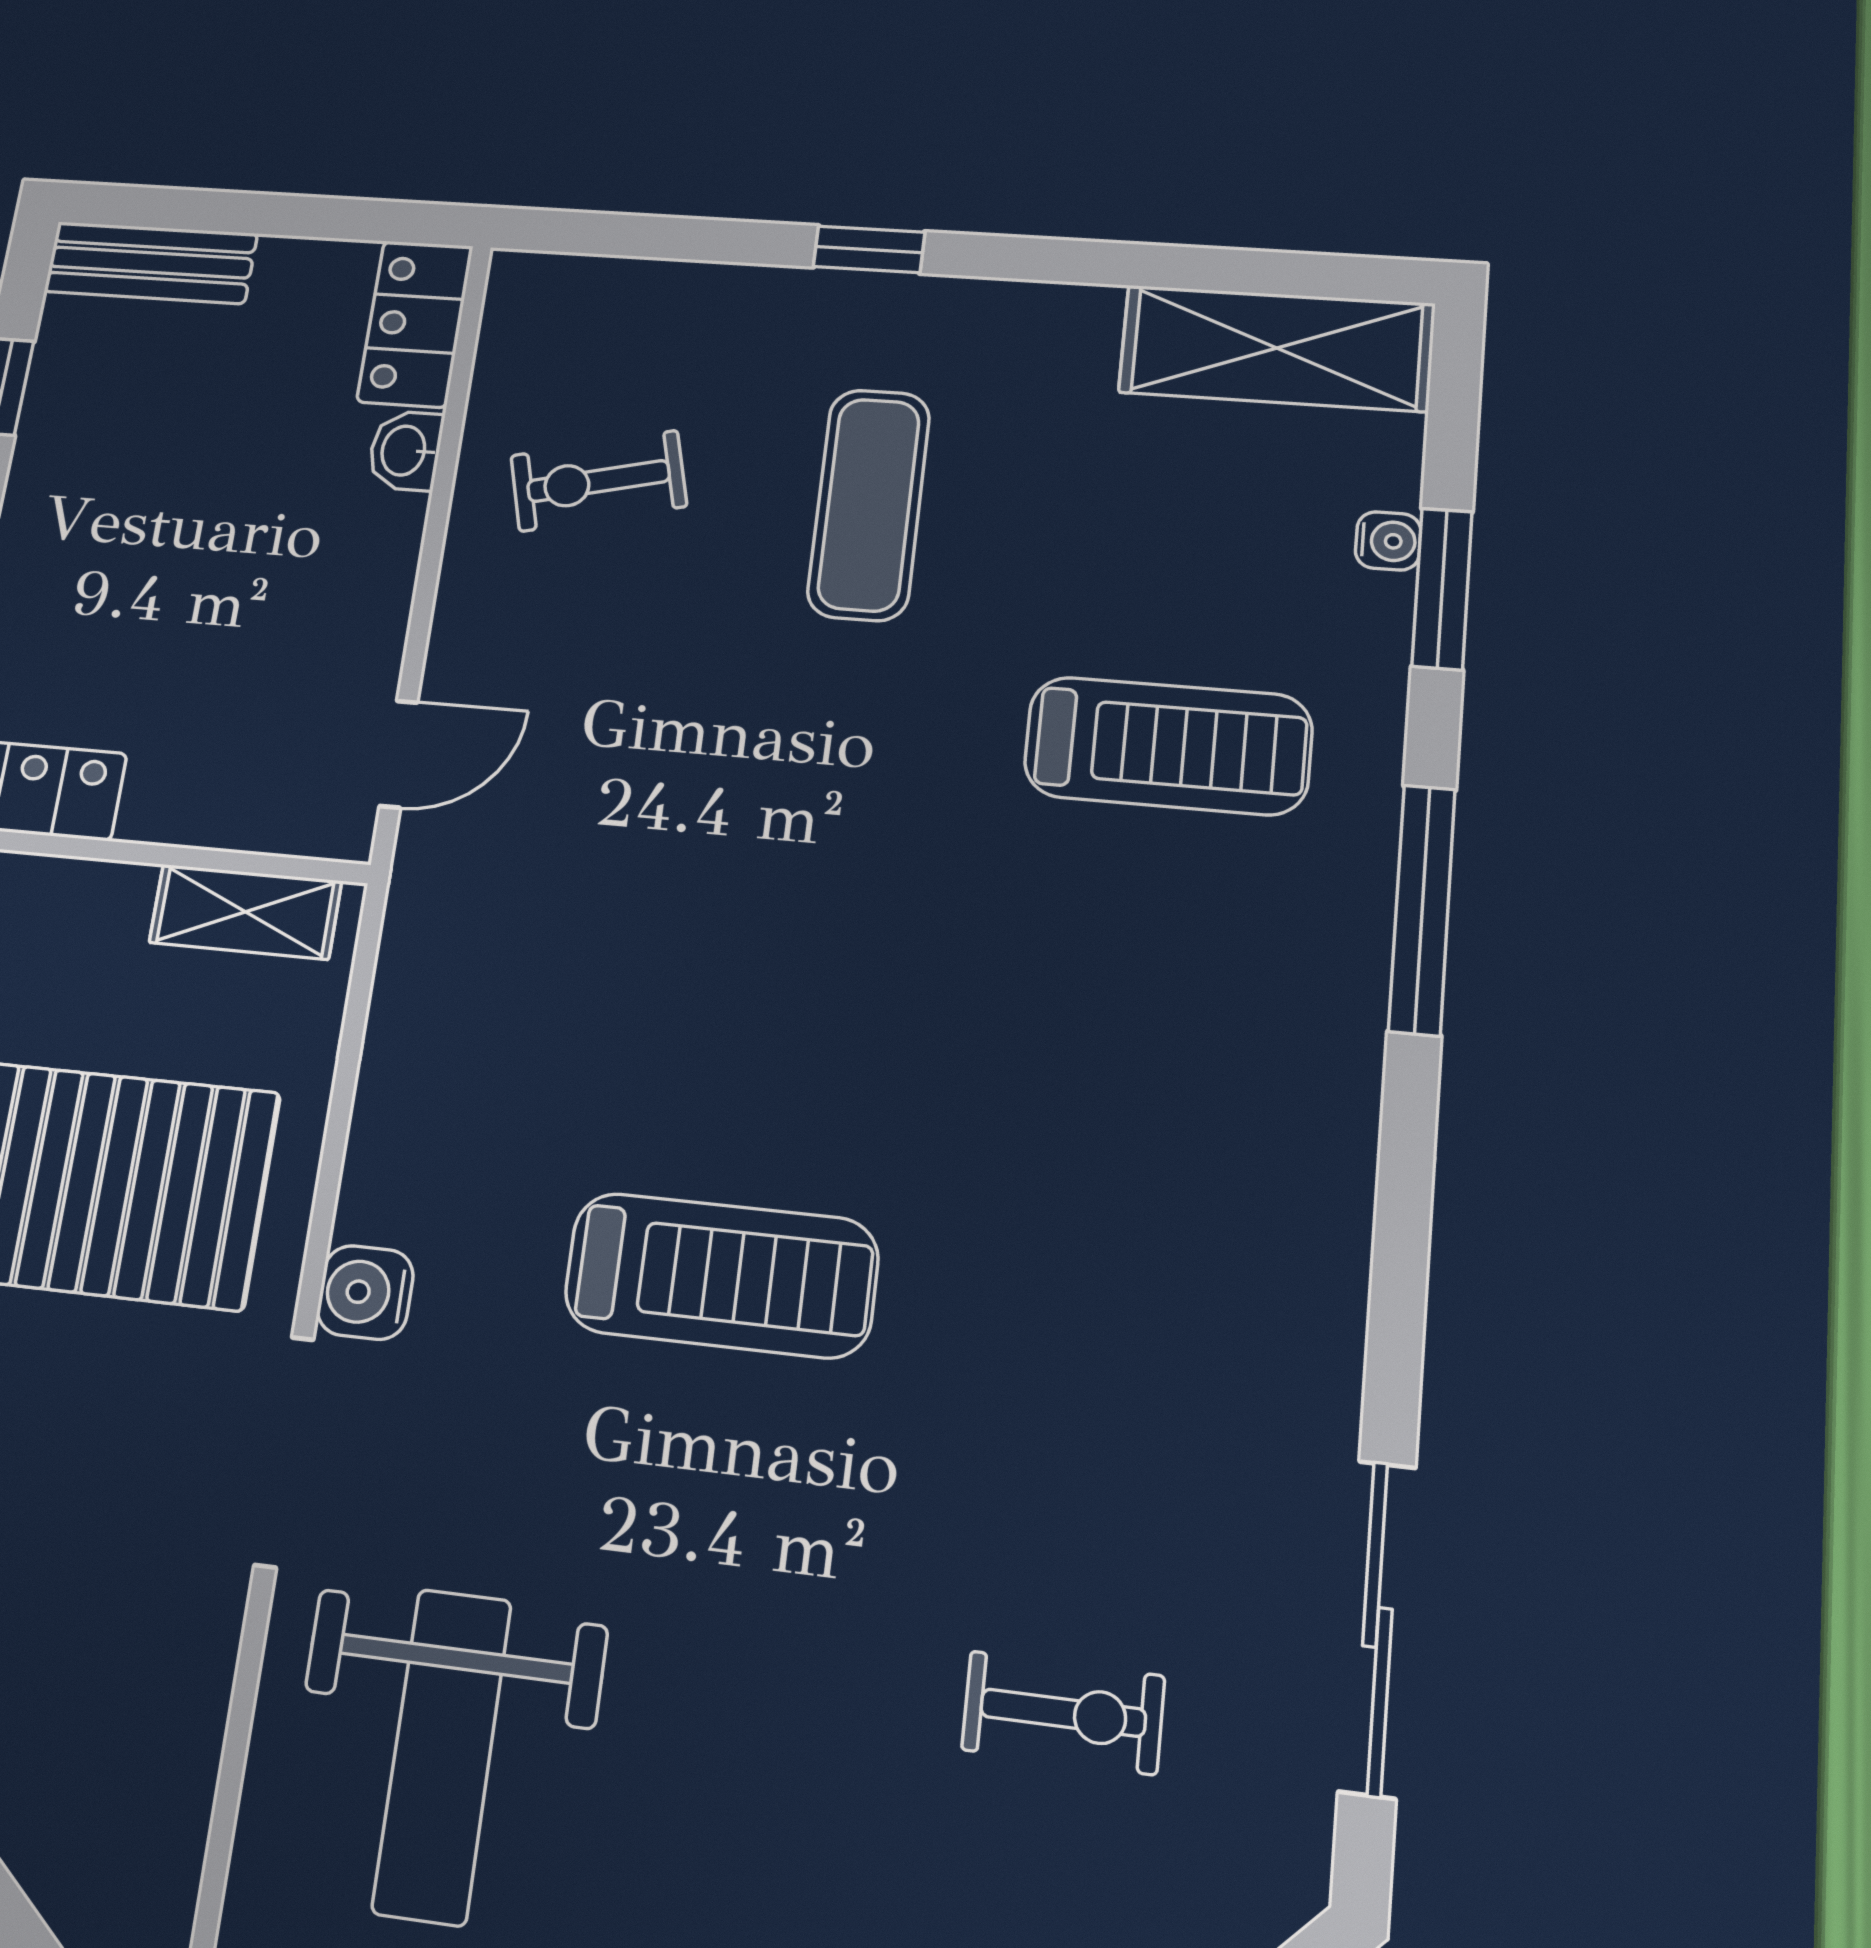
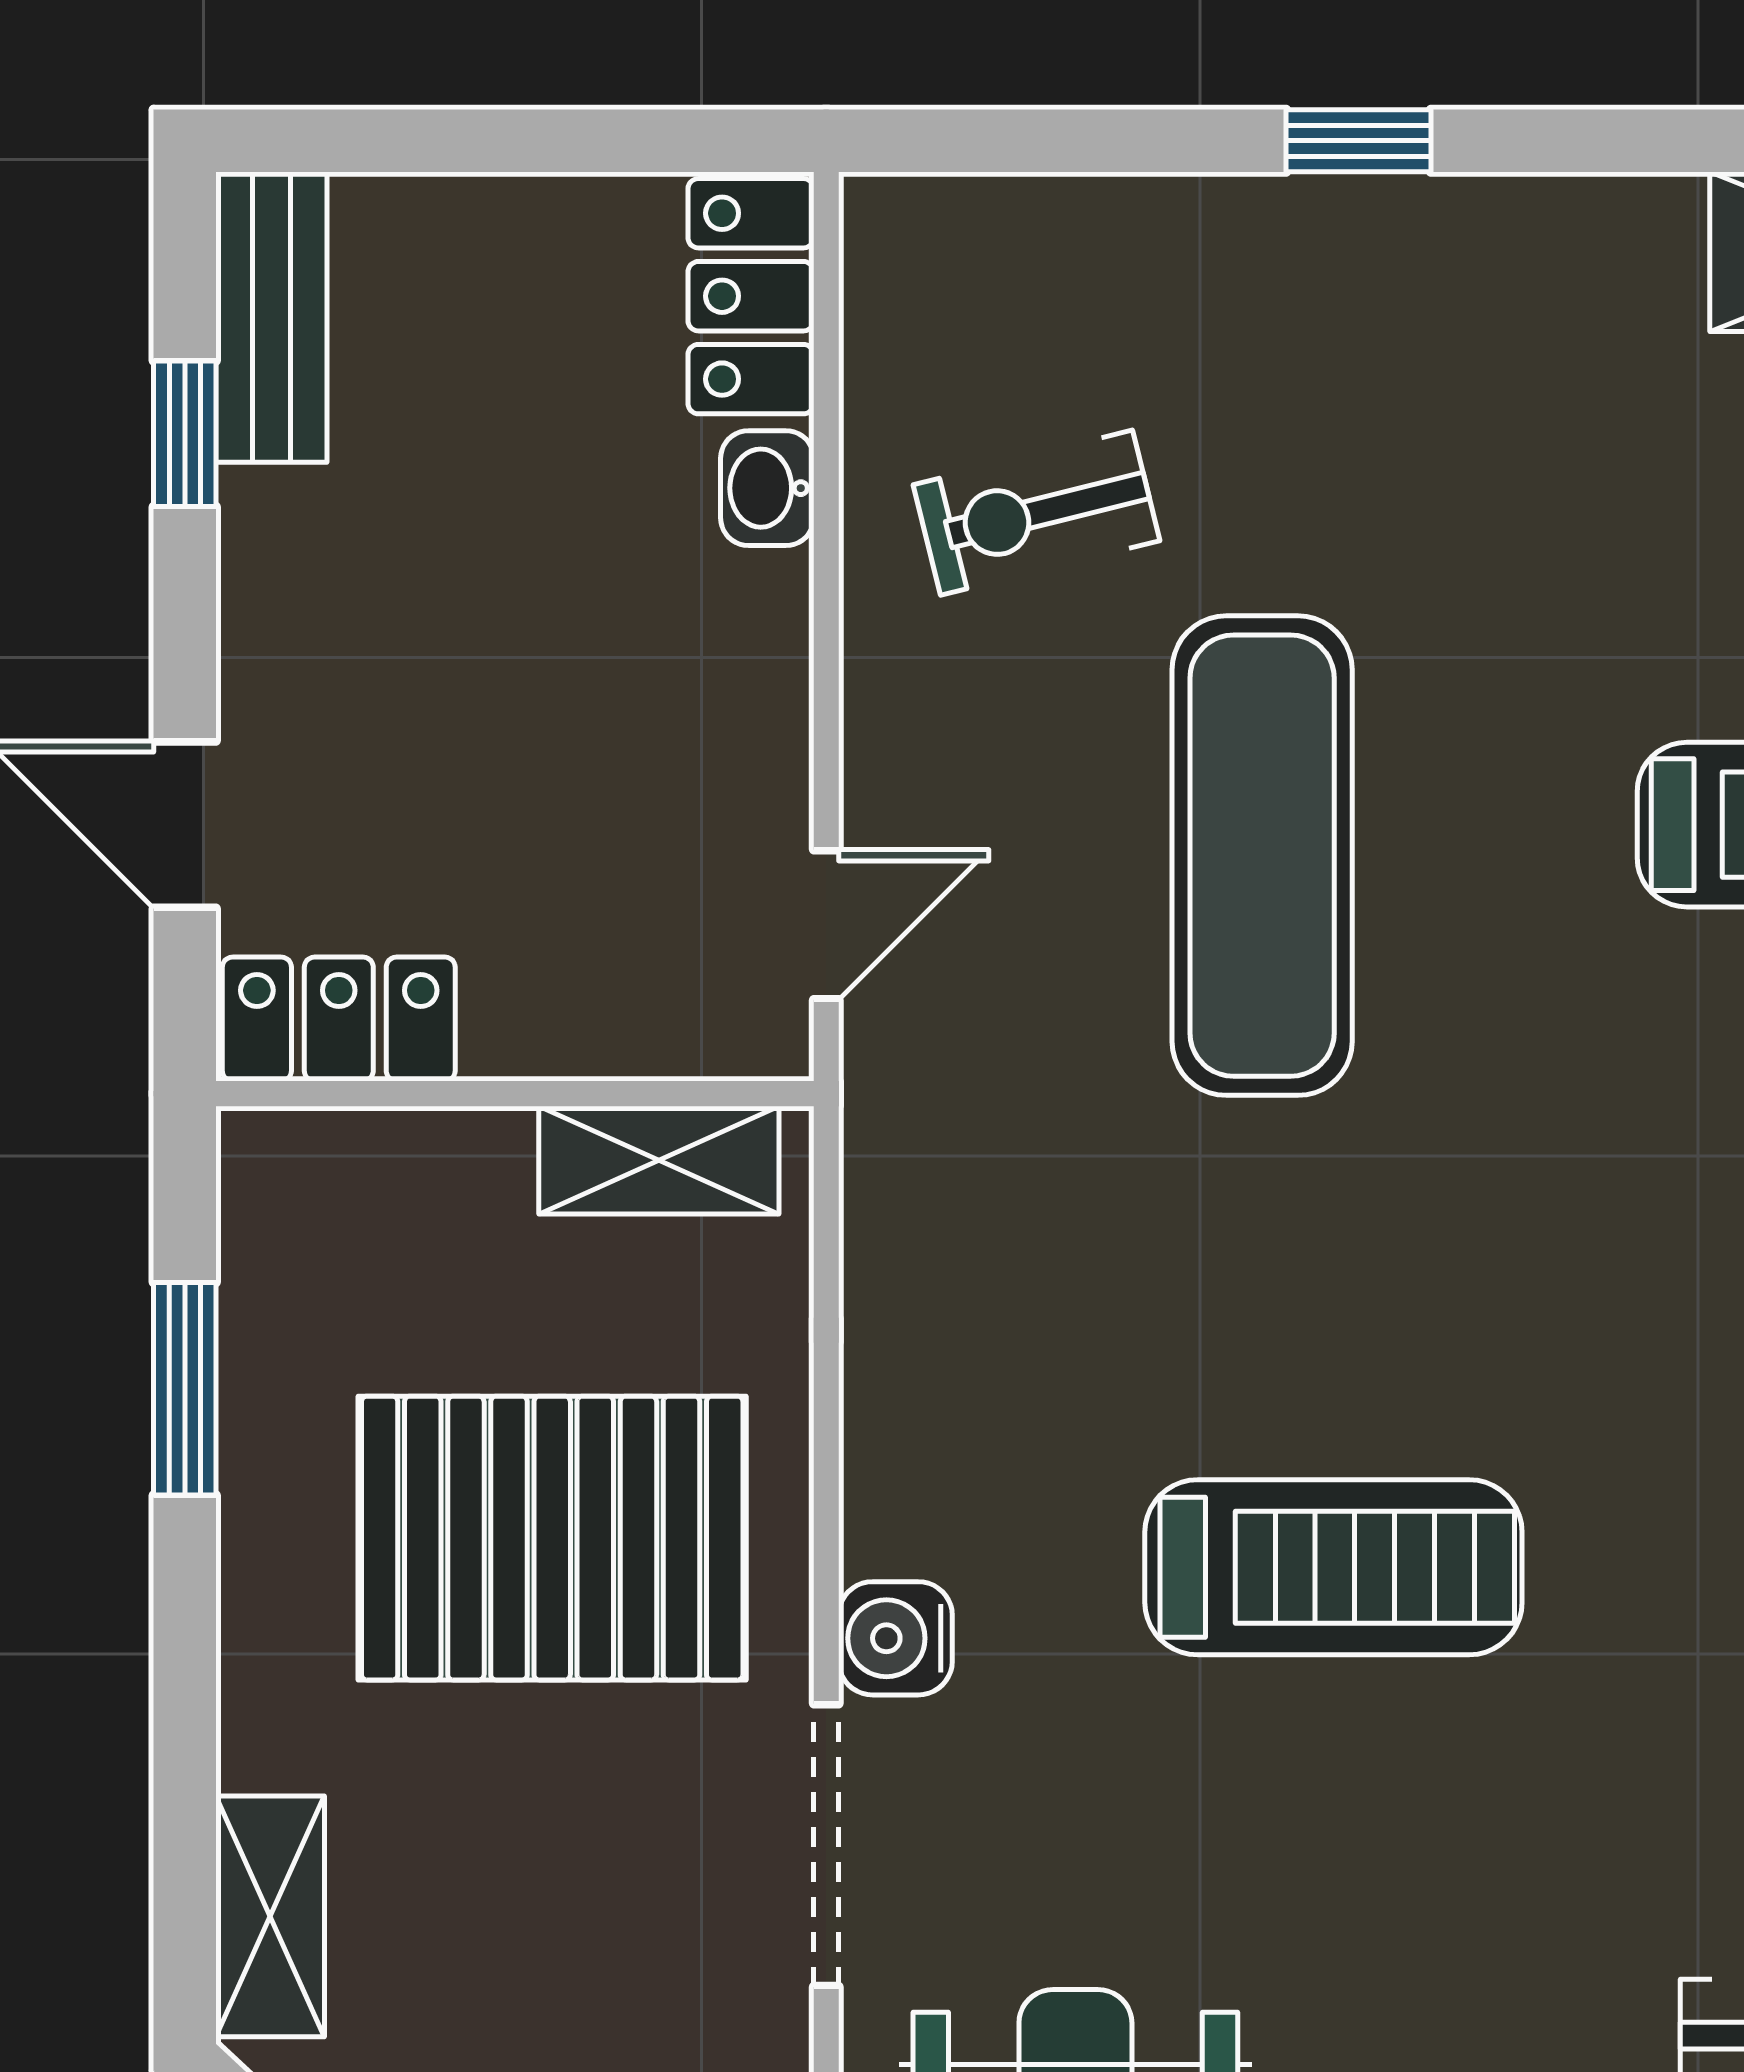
bench: (151, 263) -> (271, 317), moved, turned 90
exercise mat: (869, 504) -> (1262, 856), moved, width x1.36, depth x1.45

